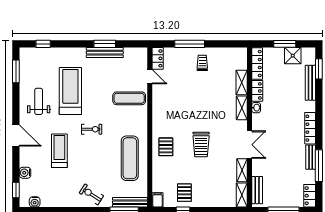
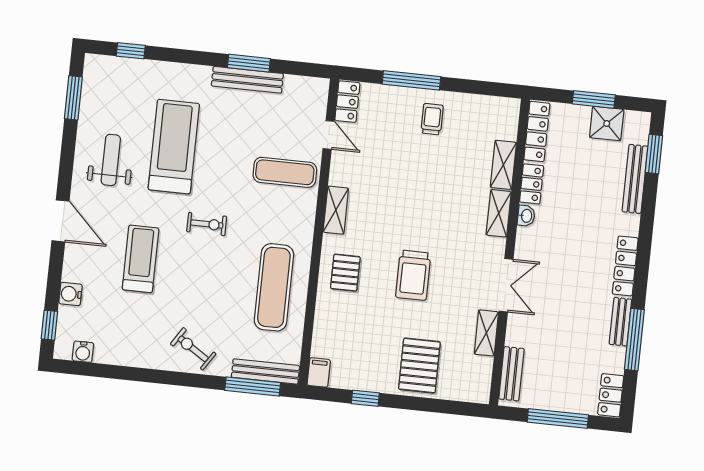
pallet: (184, 193) -> (419, 366), moved, width x1.50, depth x1.42
shelving: (242, 195) -> (336, 210), moved

